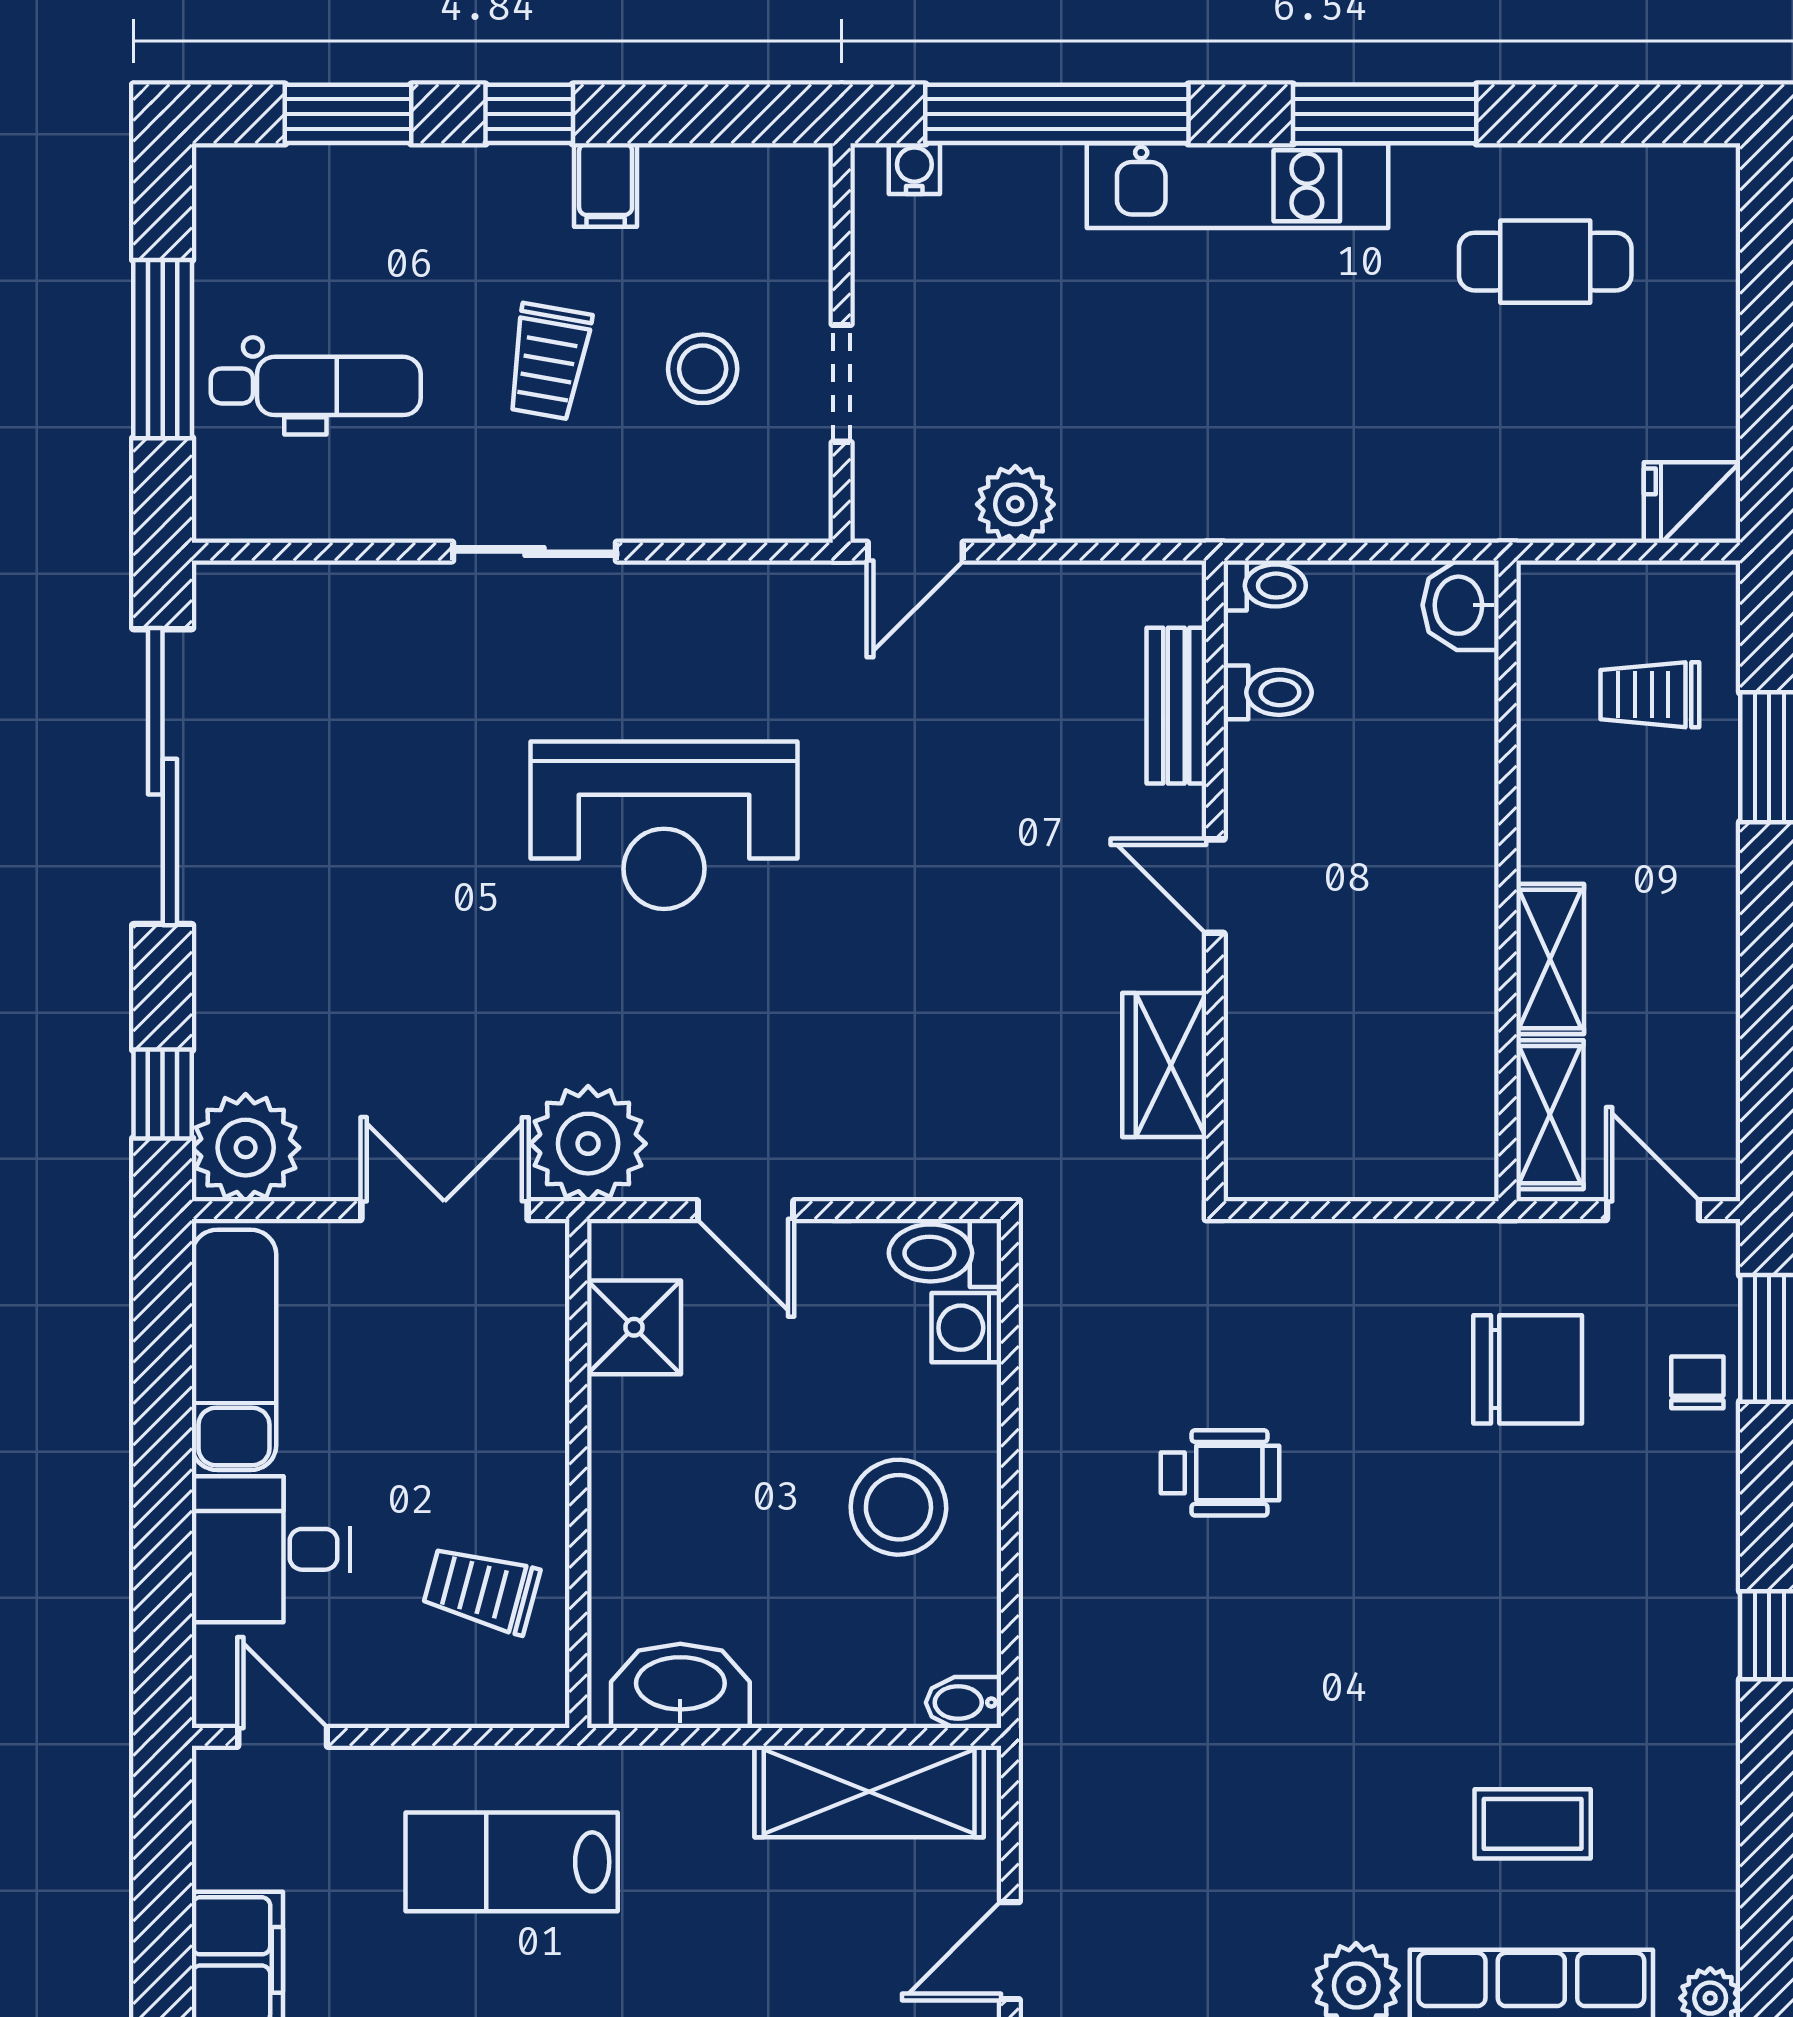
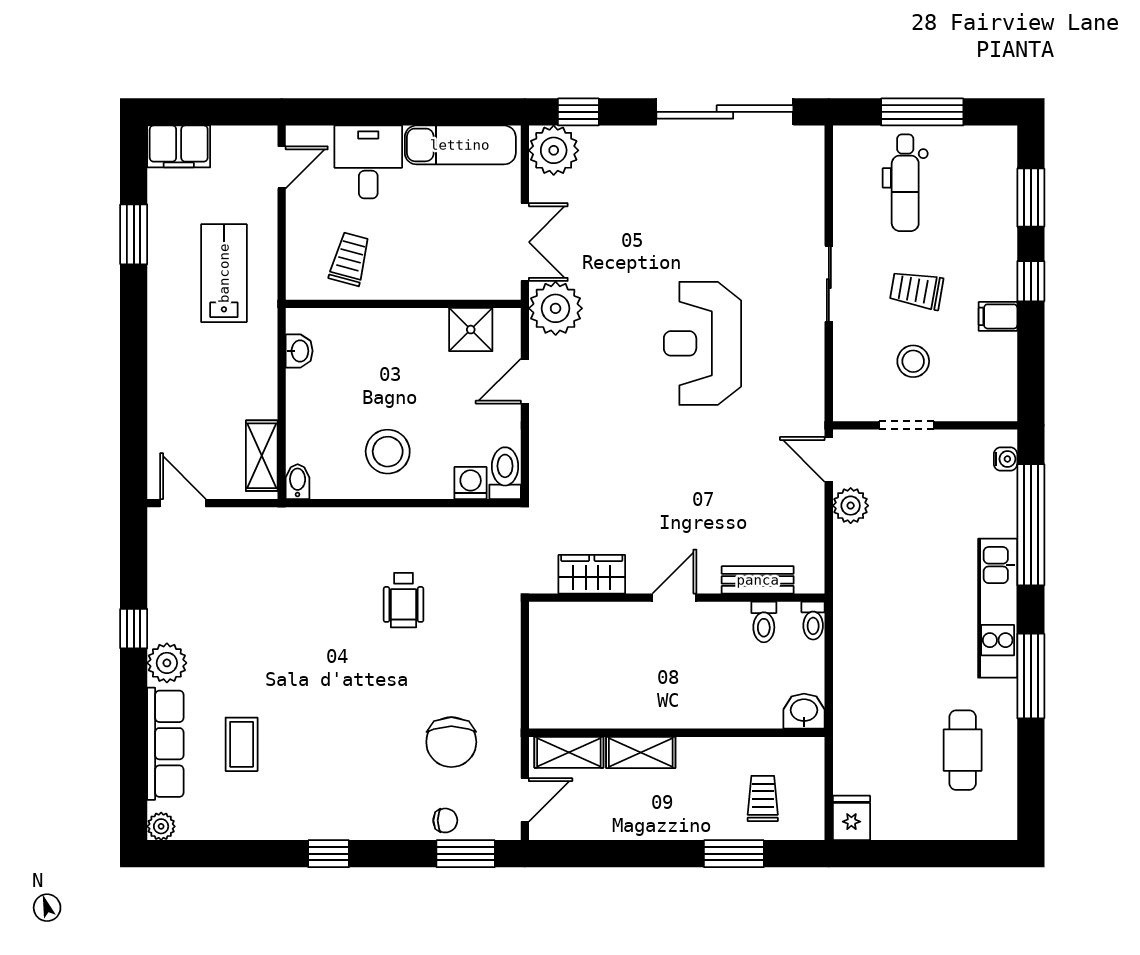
washbasin: (680, 1686) -> (299, 351), width x0.52, depth x0.69
shelving: (869, 1792) -> (262, 456), width x0.67, depth x0.75

